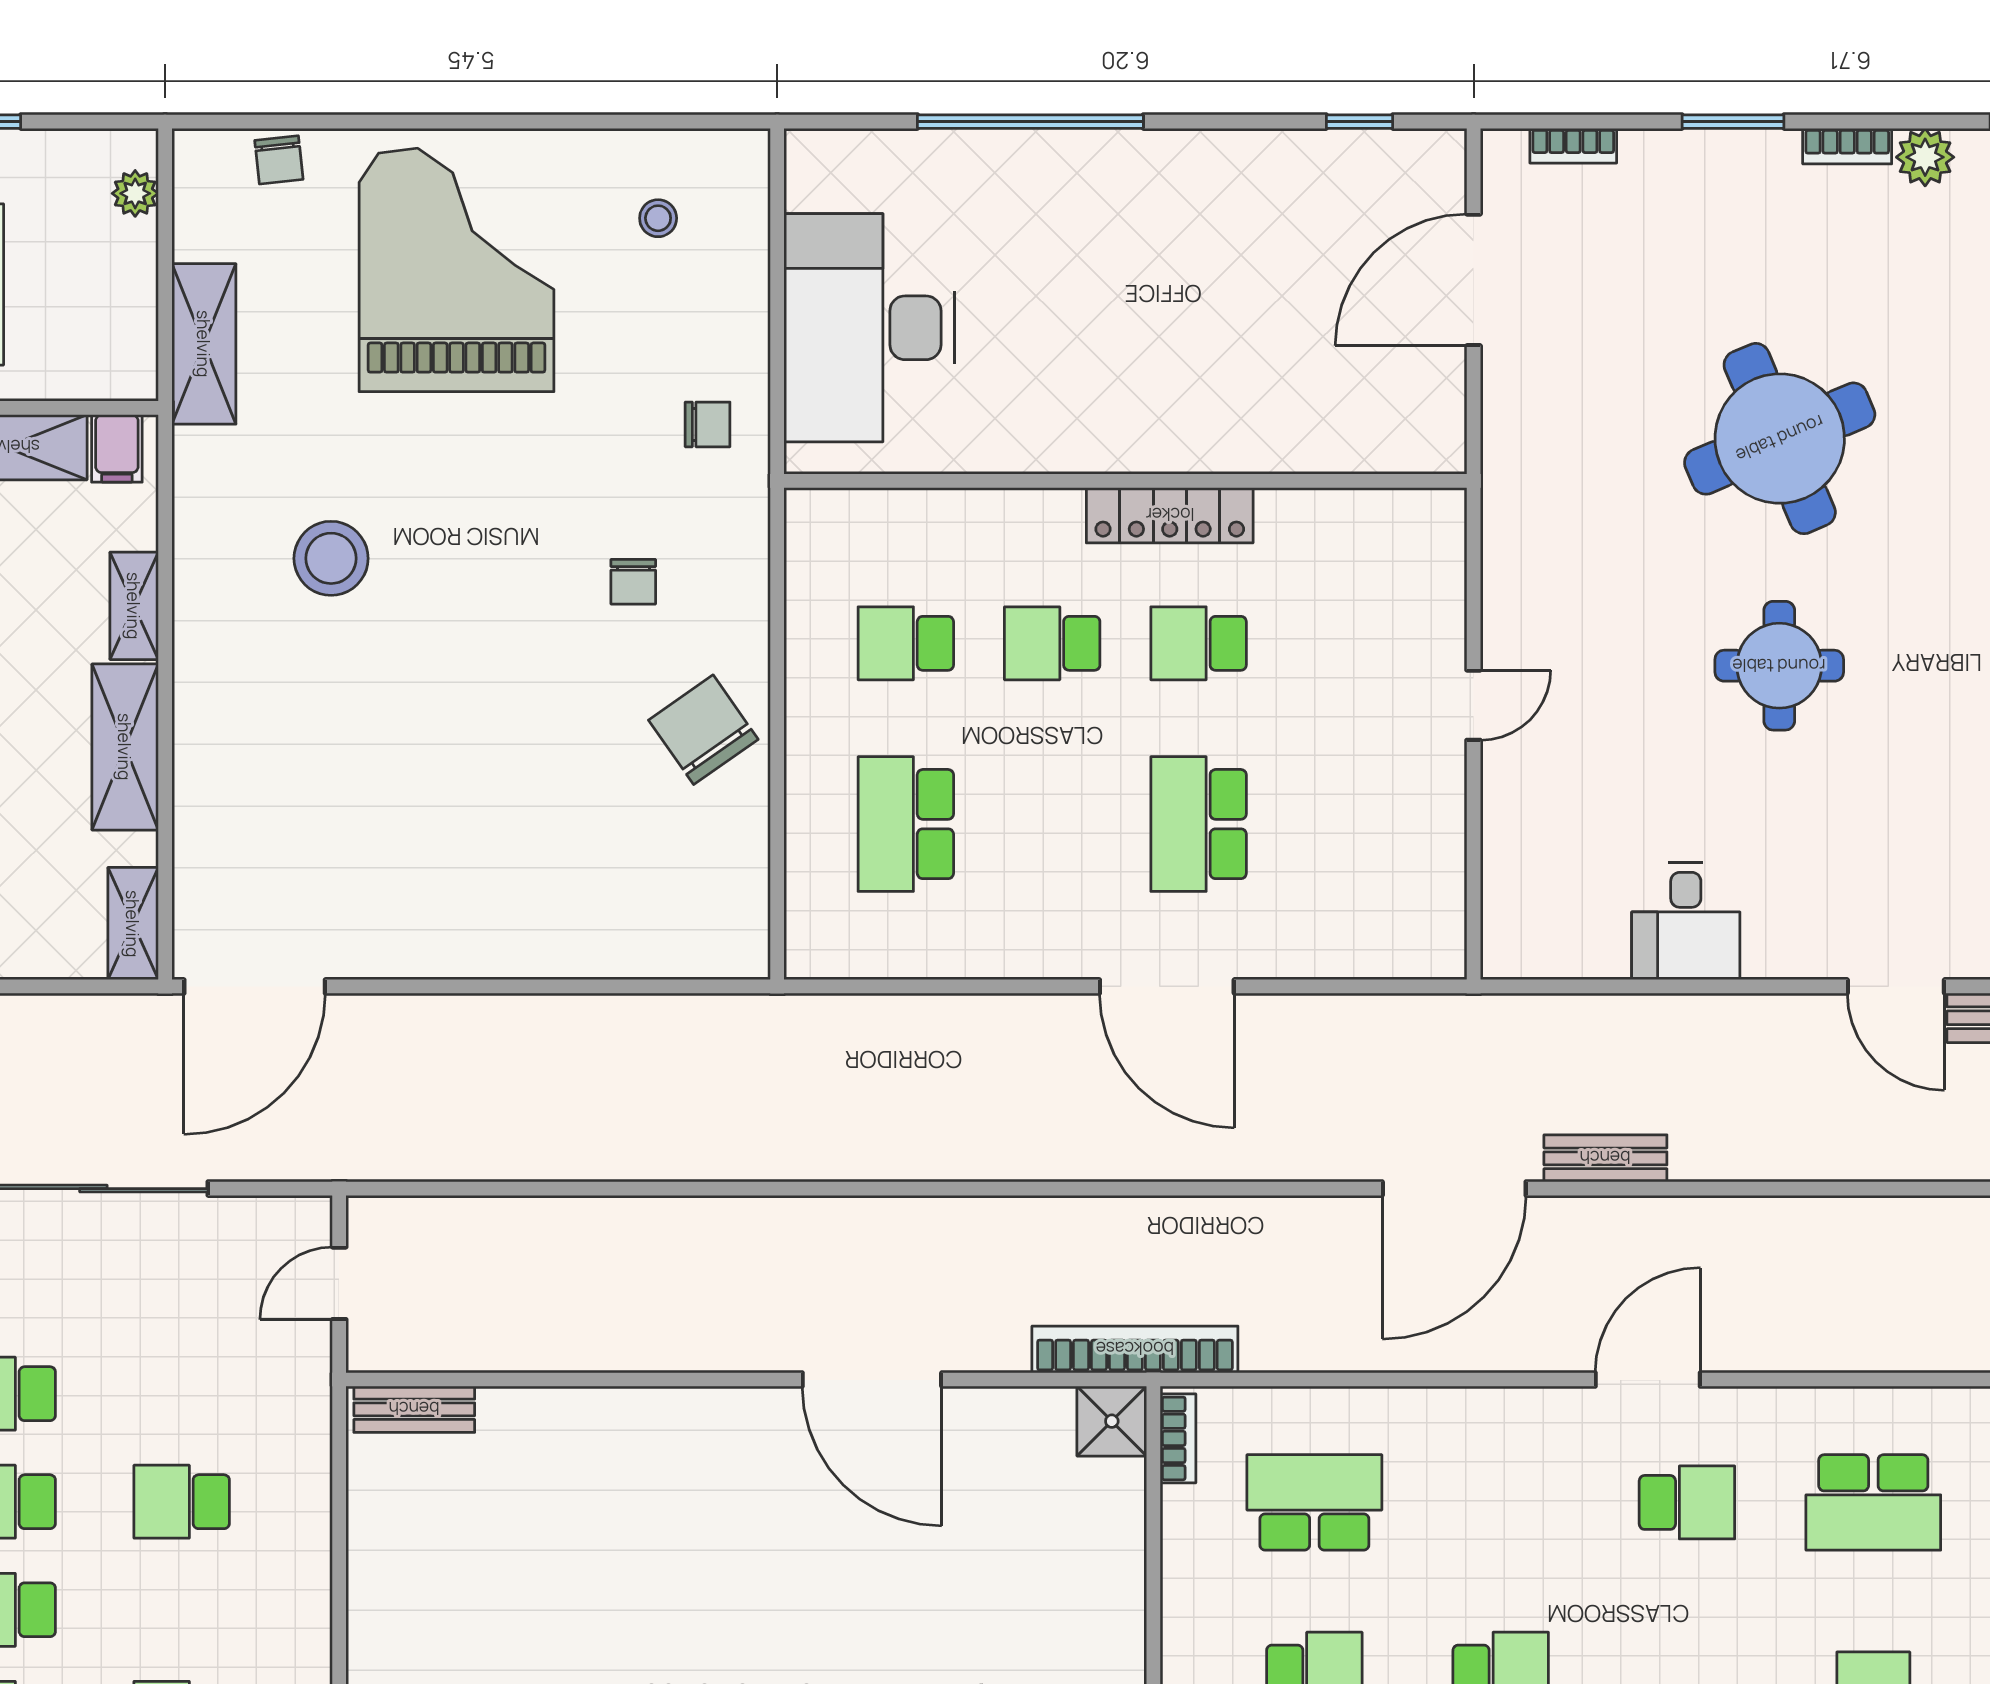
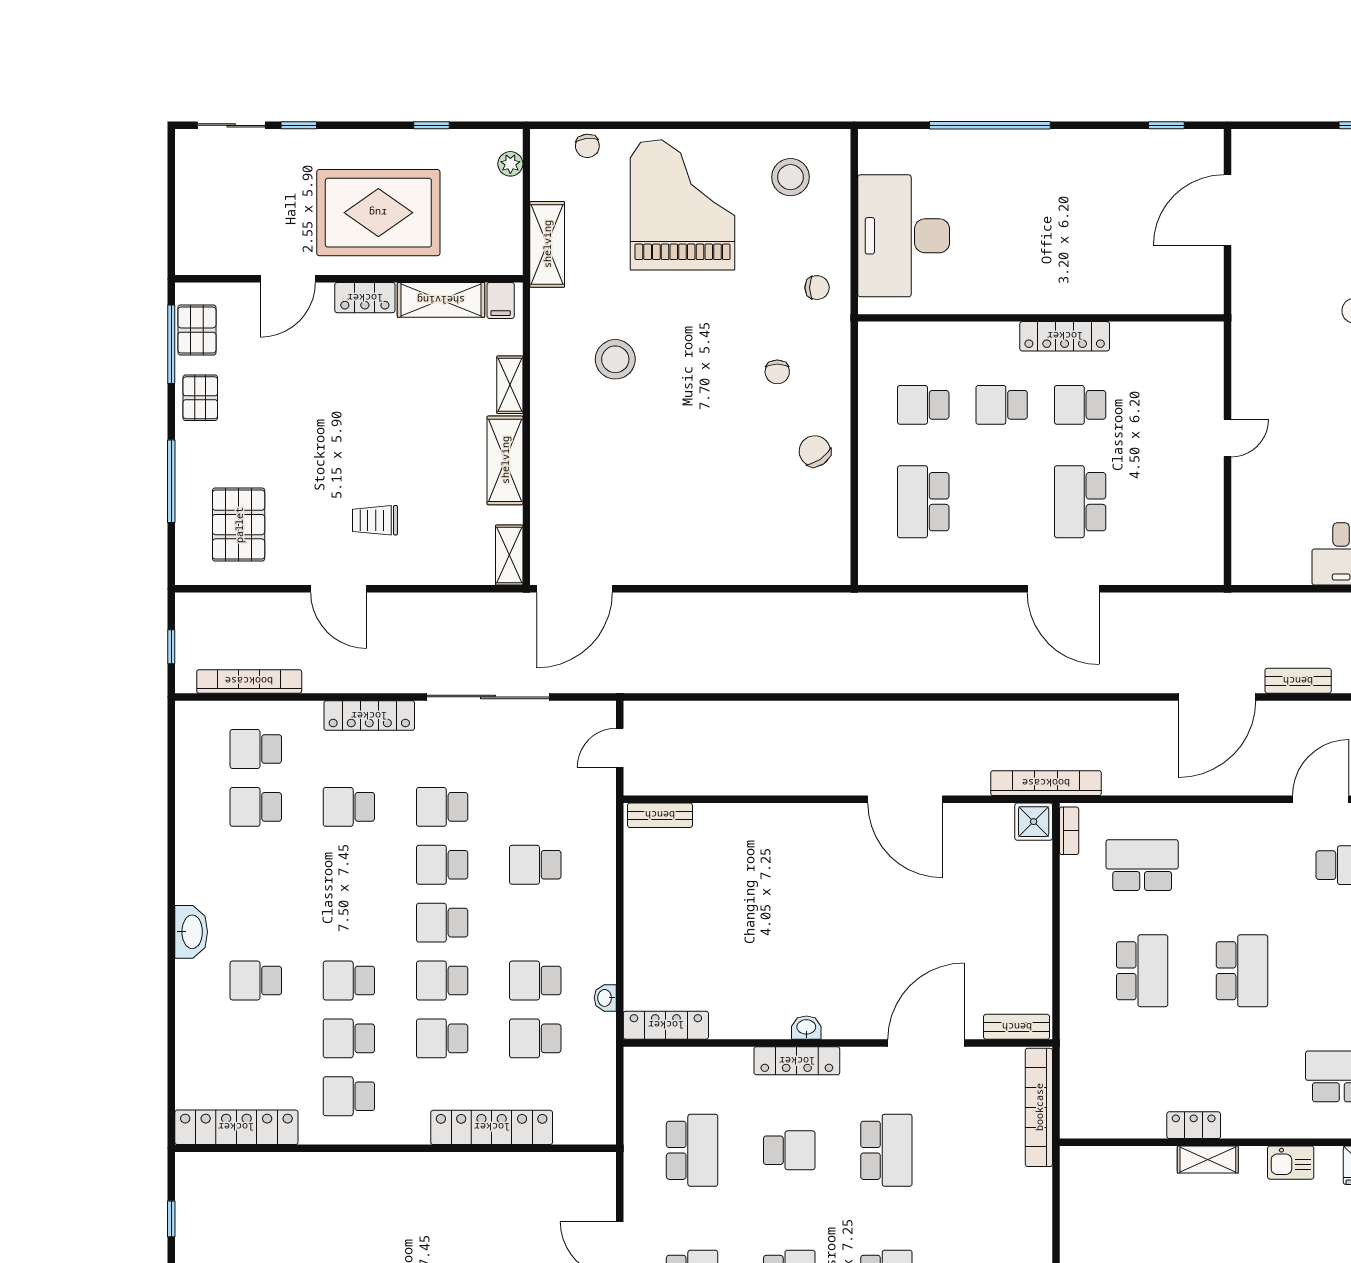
bookcase: (1573, 146) -> (1281, 138), removed
stool: (658, 218) -> (790, 177), width x1.89, depth x1.89
chair: (703, 730) -> (815, 451), width x0.73, depth x0.73

